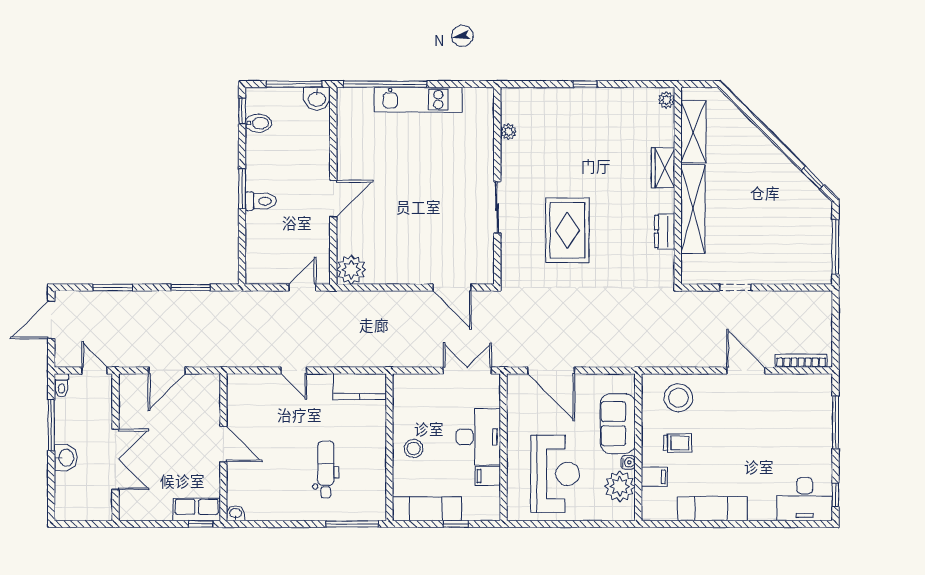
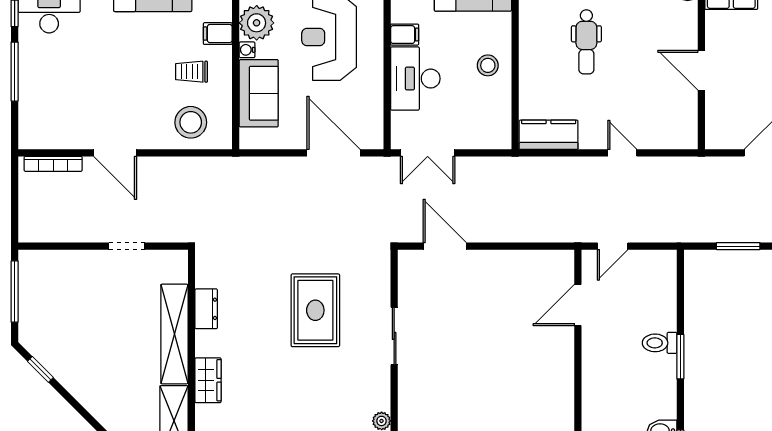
door: (333, 199) -> (578, 305), moved
plant: (351, 270) -> (558, 266), removed
window: (835, 422) -> (15, 72), moved

